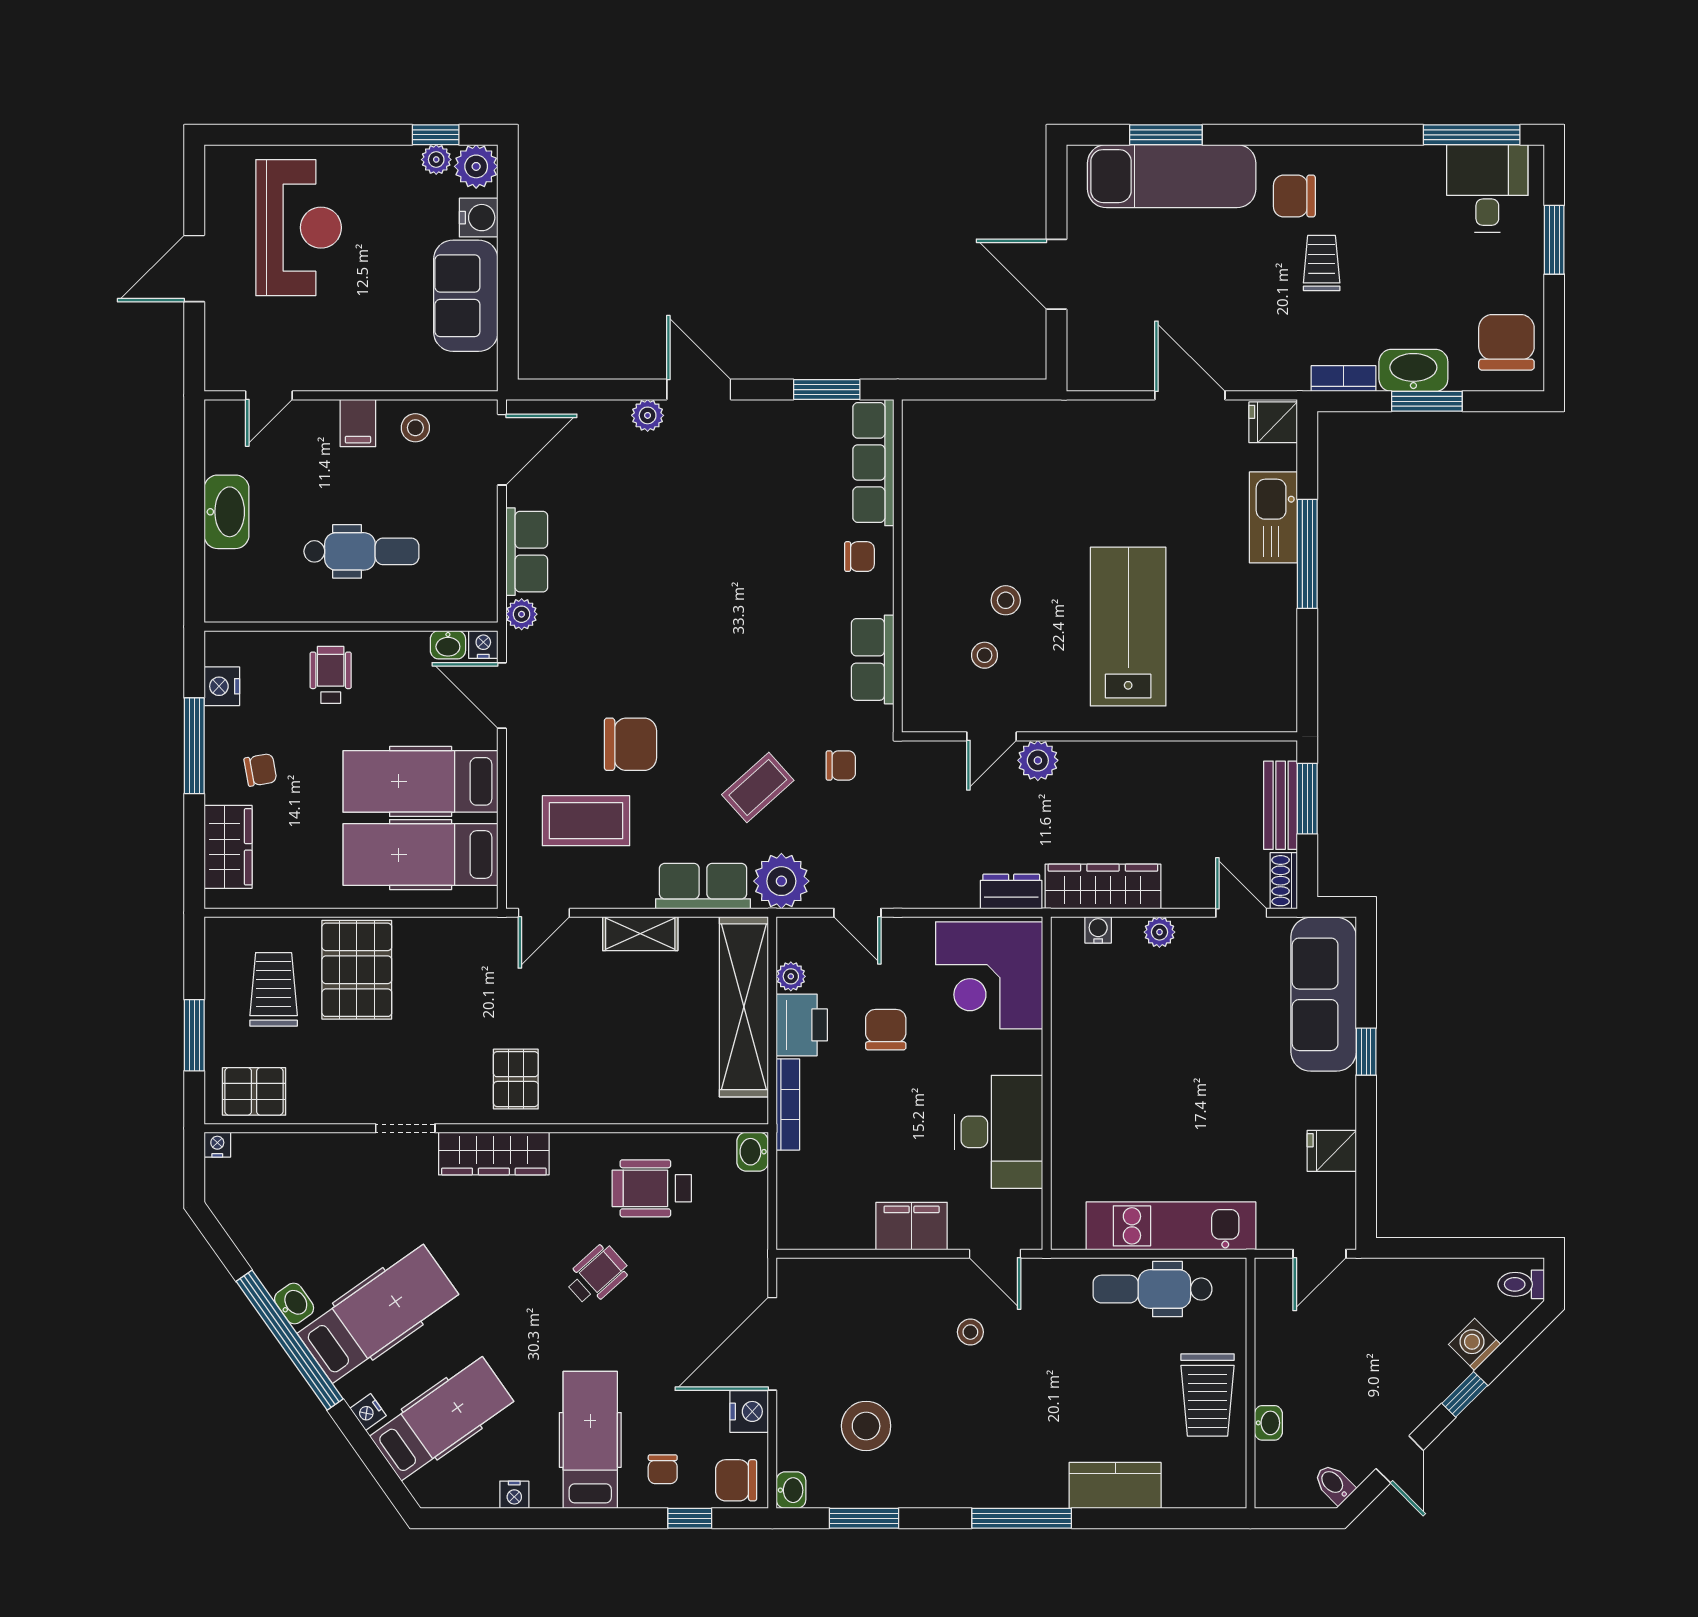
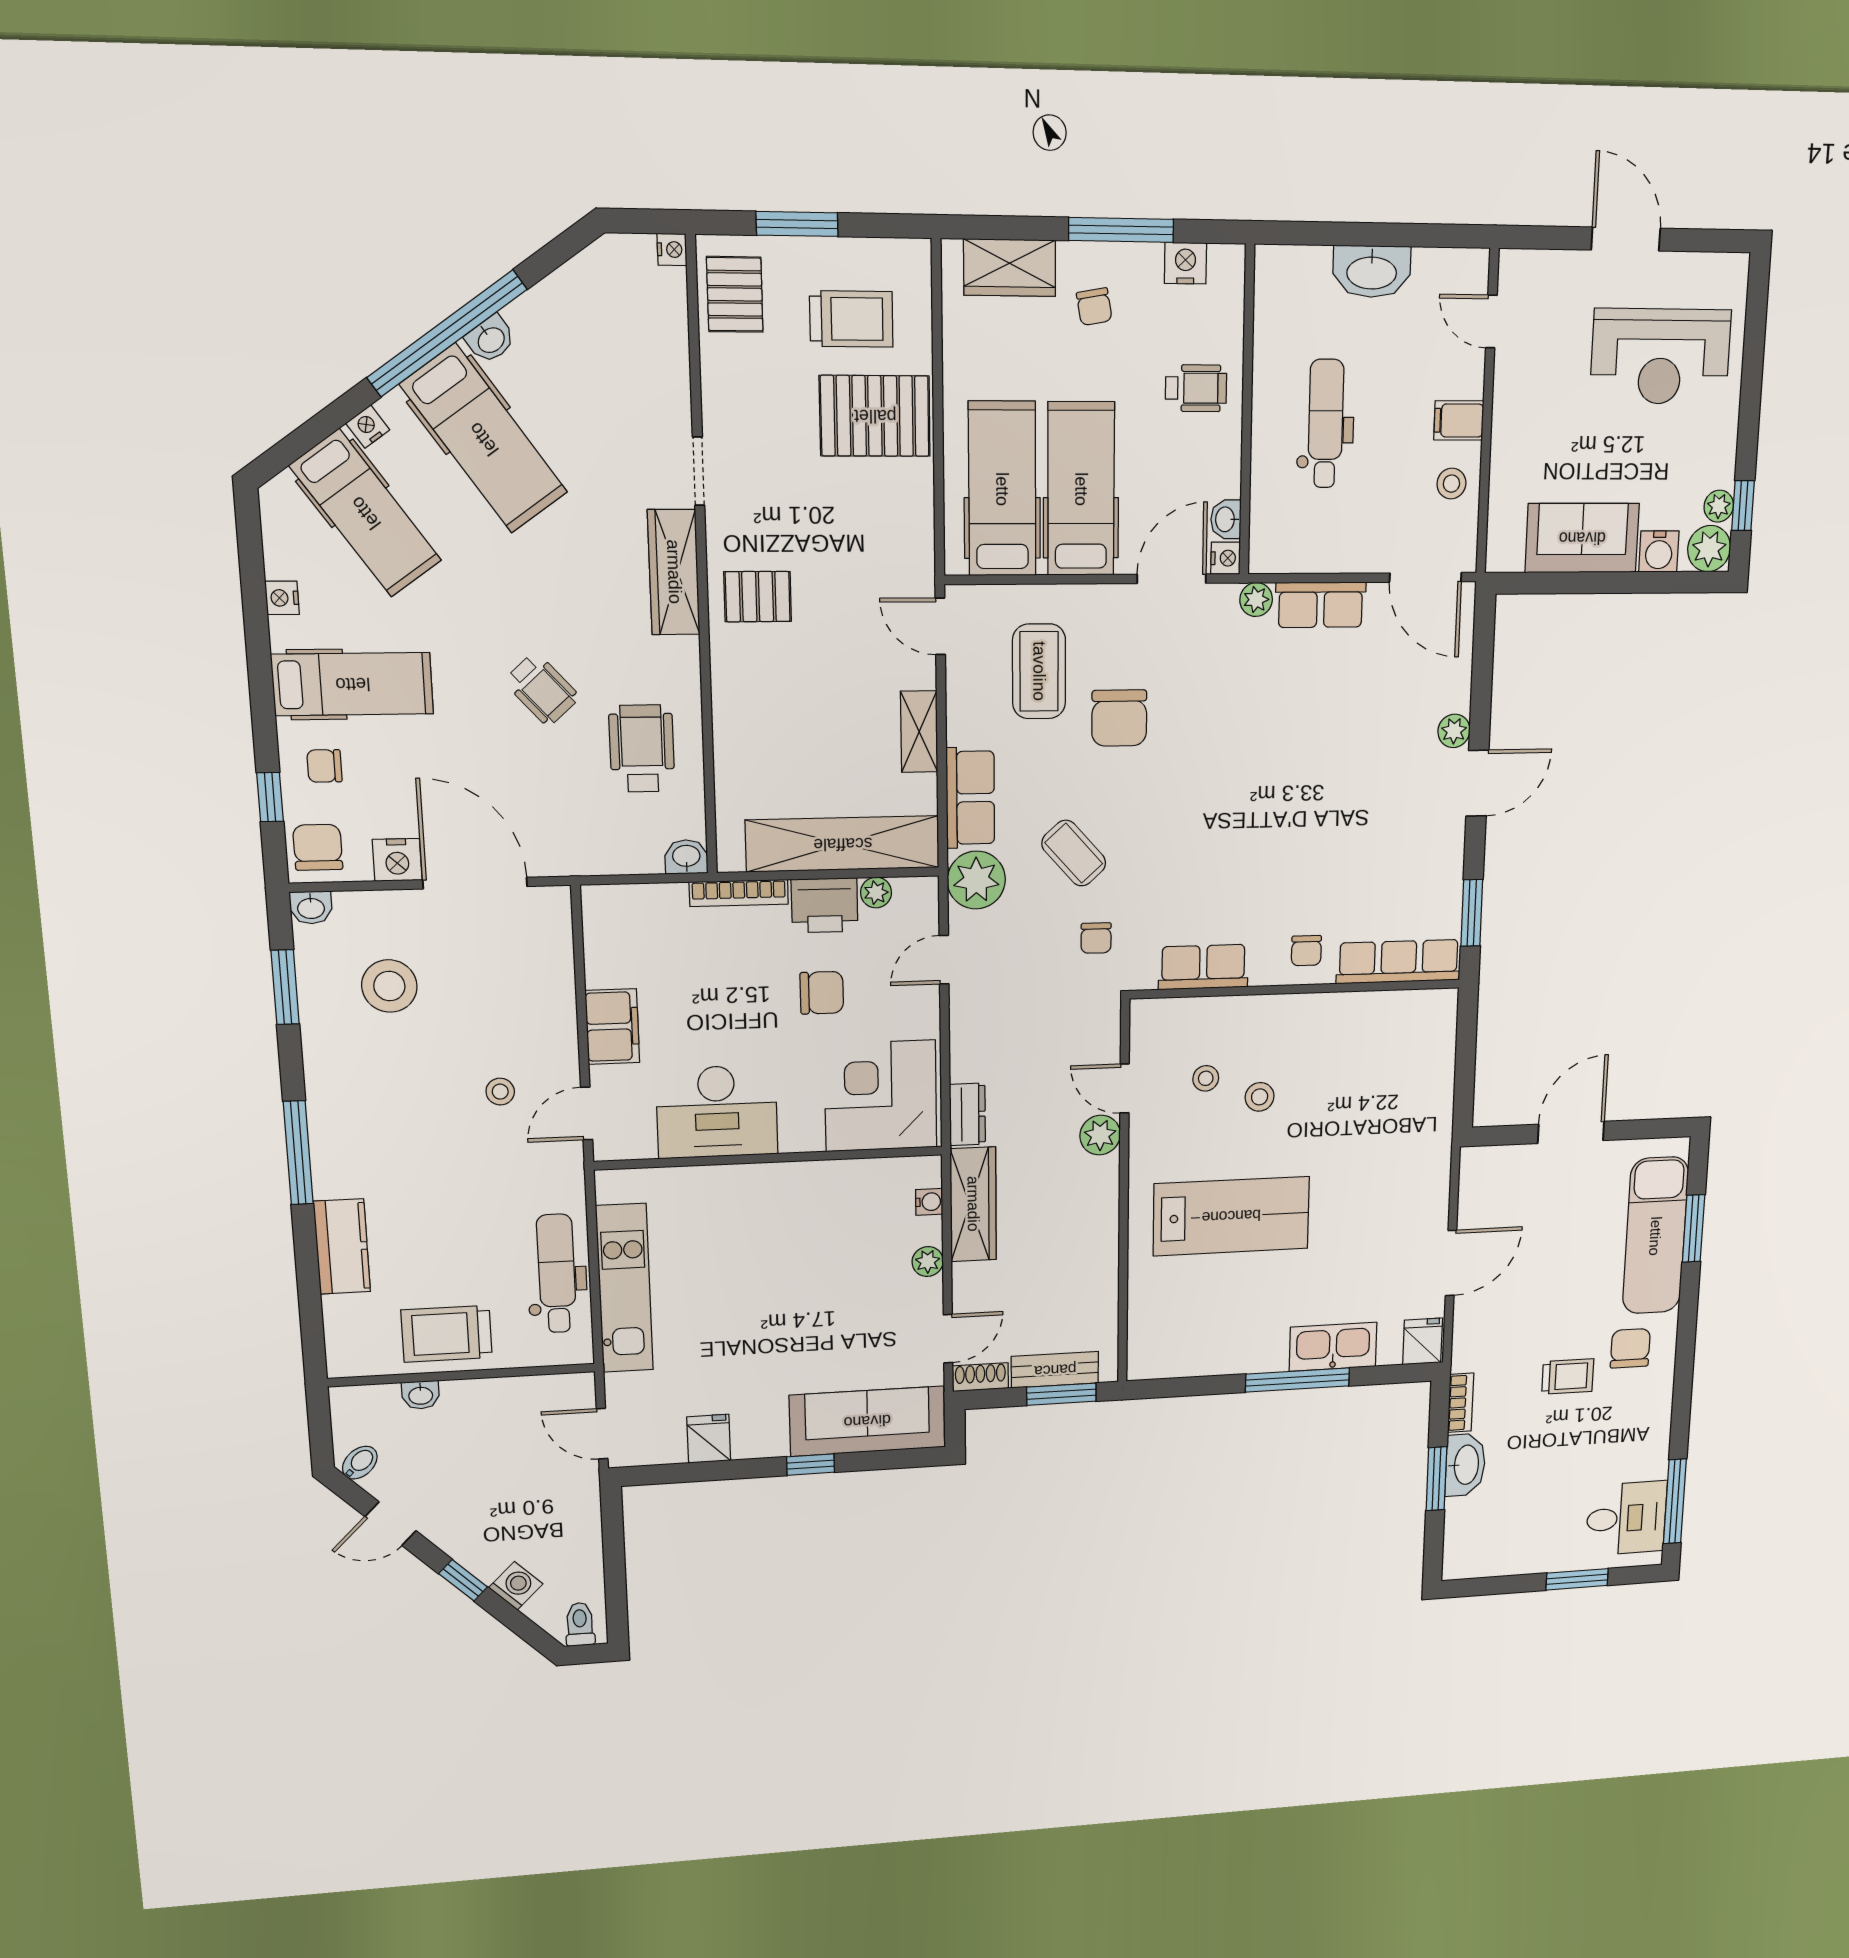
chair: (1506, 342) -> (1487, 1545), removed
dental chair: (361, 551) -> (1326, 424), turned 180

